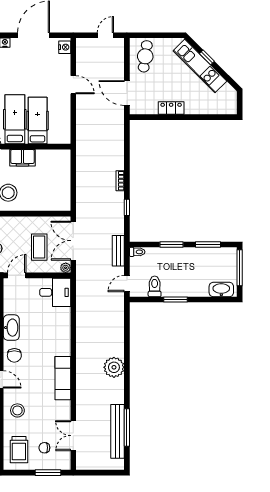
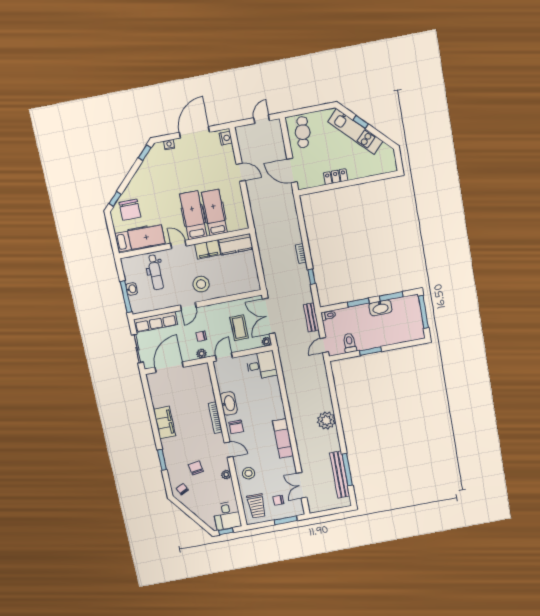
kitchen counter: (53, 158) -> (236, 244), added
washbasin: (221, 289) -> (380, 308), moved, turned 180

